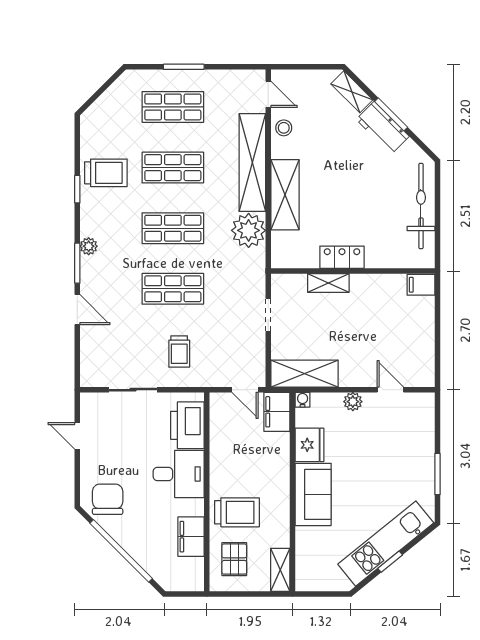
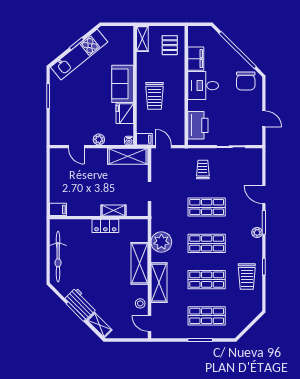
shelving: (252, 163) -> (159, 283), width x0.68
trolley: (106, 173) -> (247, 276), turned -90
filing cabinet: (277, 412) -> (144, 139), width x0.50
desk: (179, 474) -> (203, 86), moved
trolley: (237, 512) -> (154, 96), moved, turned -90

